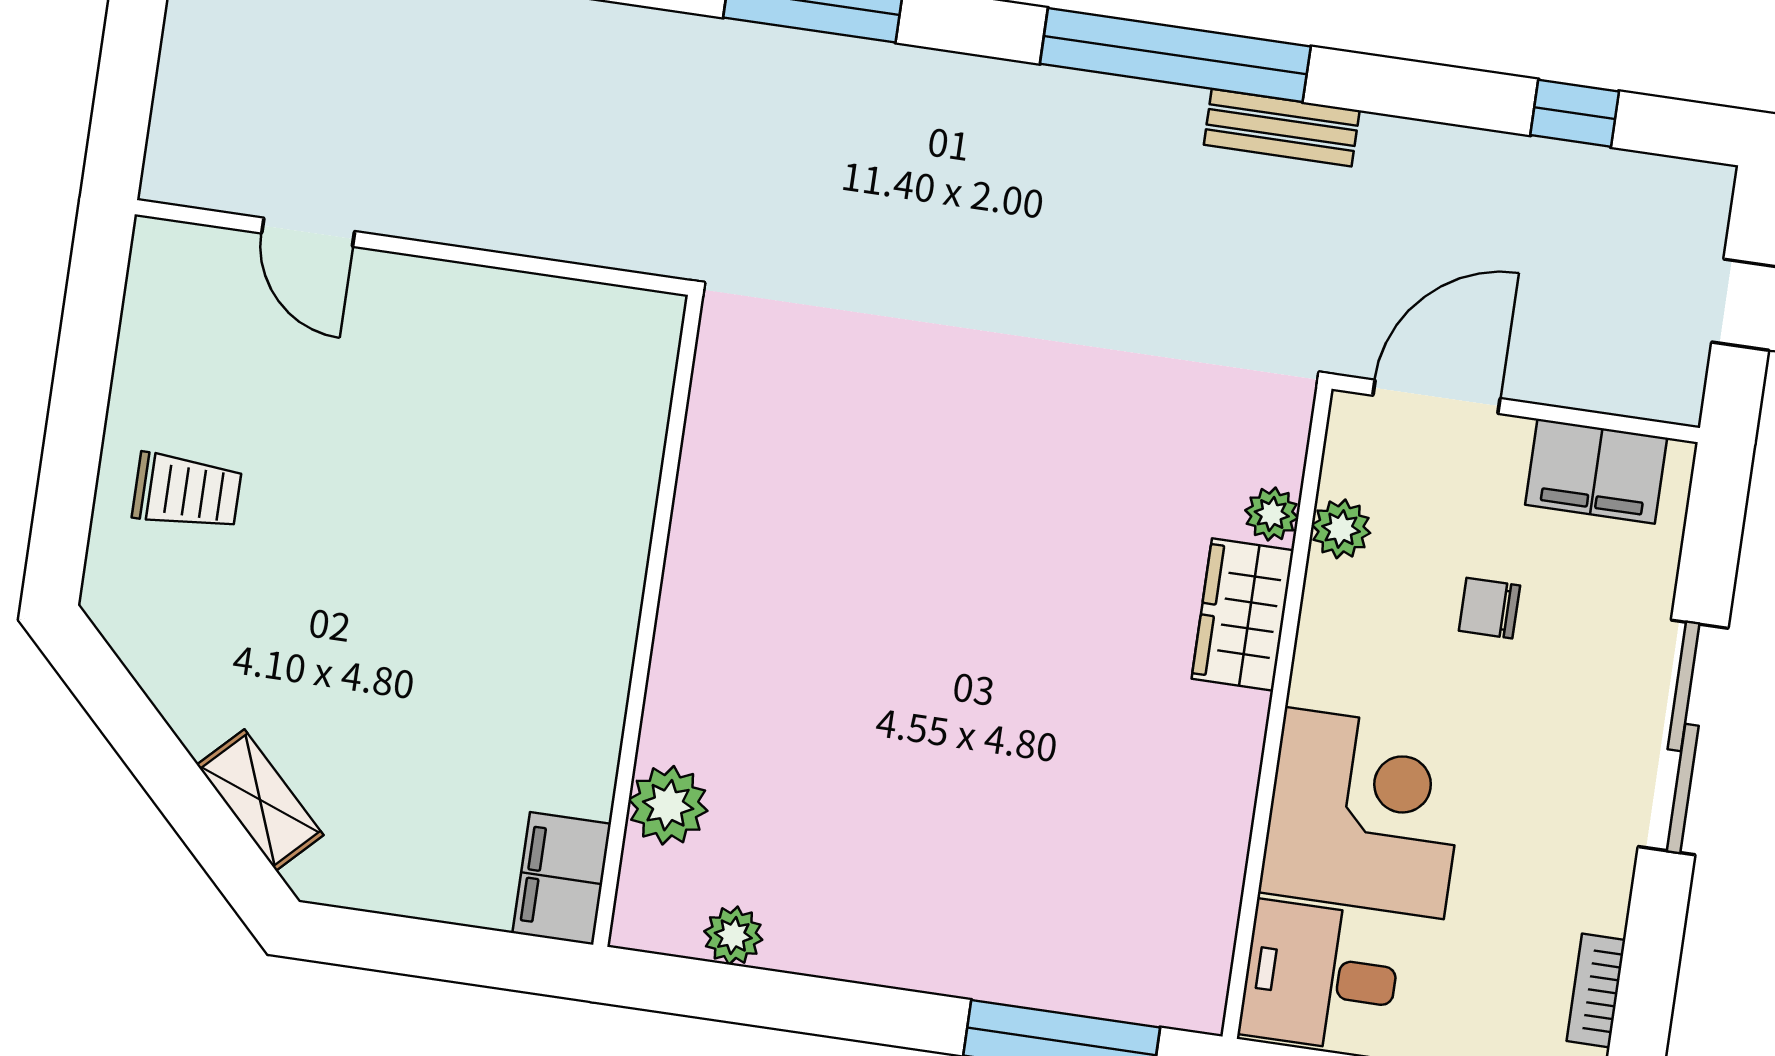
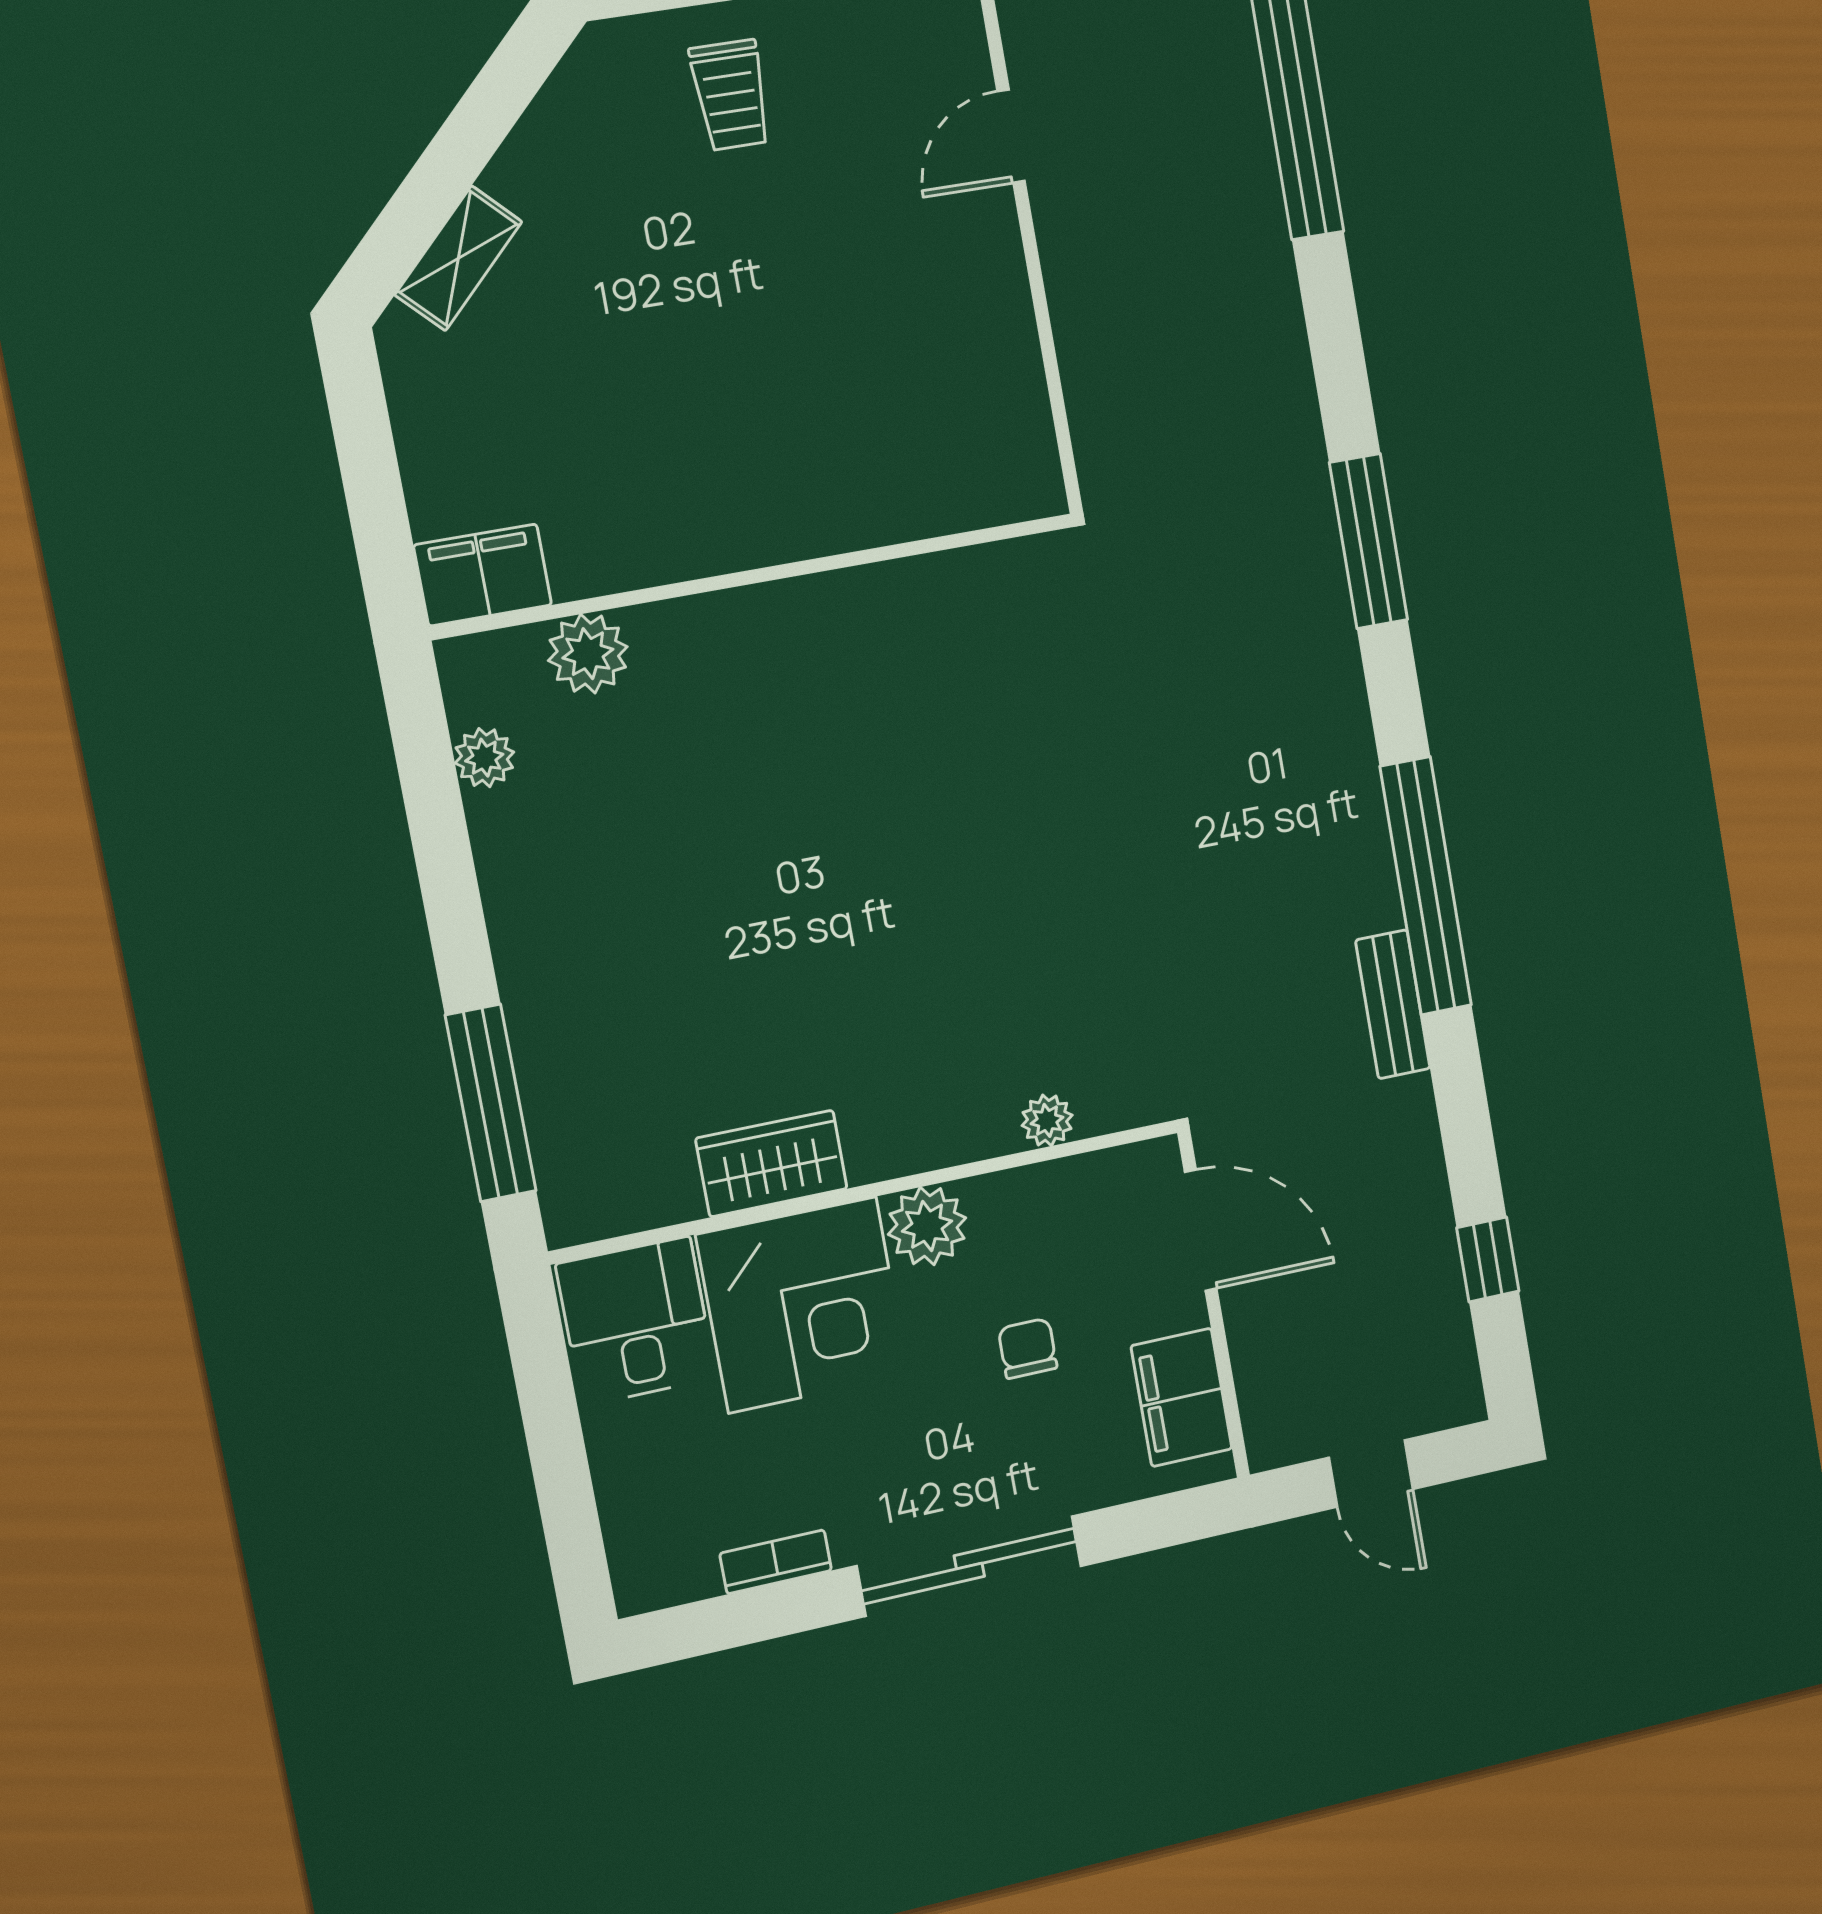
plant: (1341, 529) -> (927, 1226), moved, width x1.38, depth x1.38
wardrobe: (1243, 614) -> (771, 1164), moved
bookcase: (1596, 990) -> (776, 1562), moved

